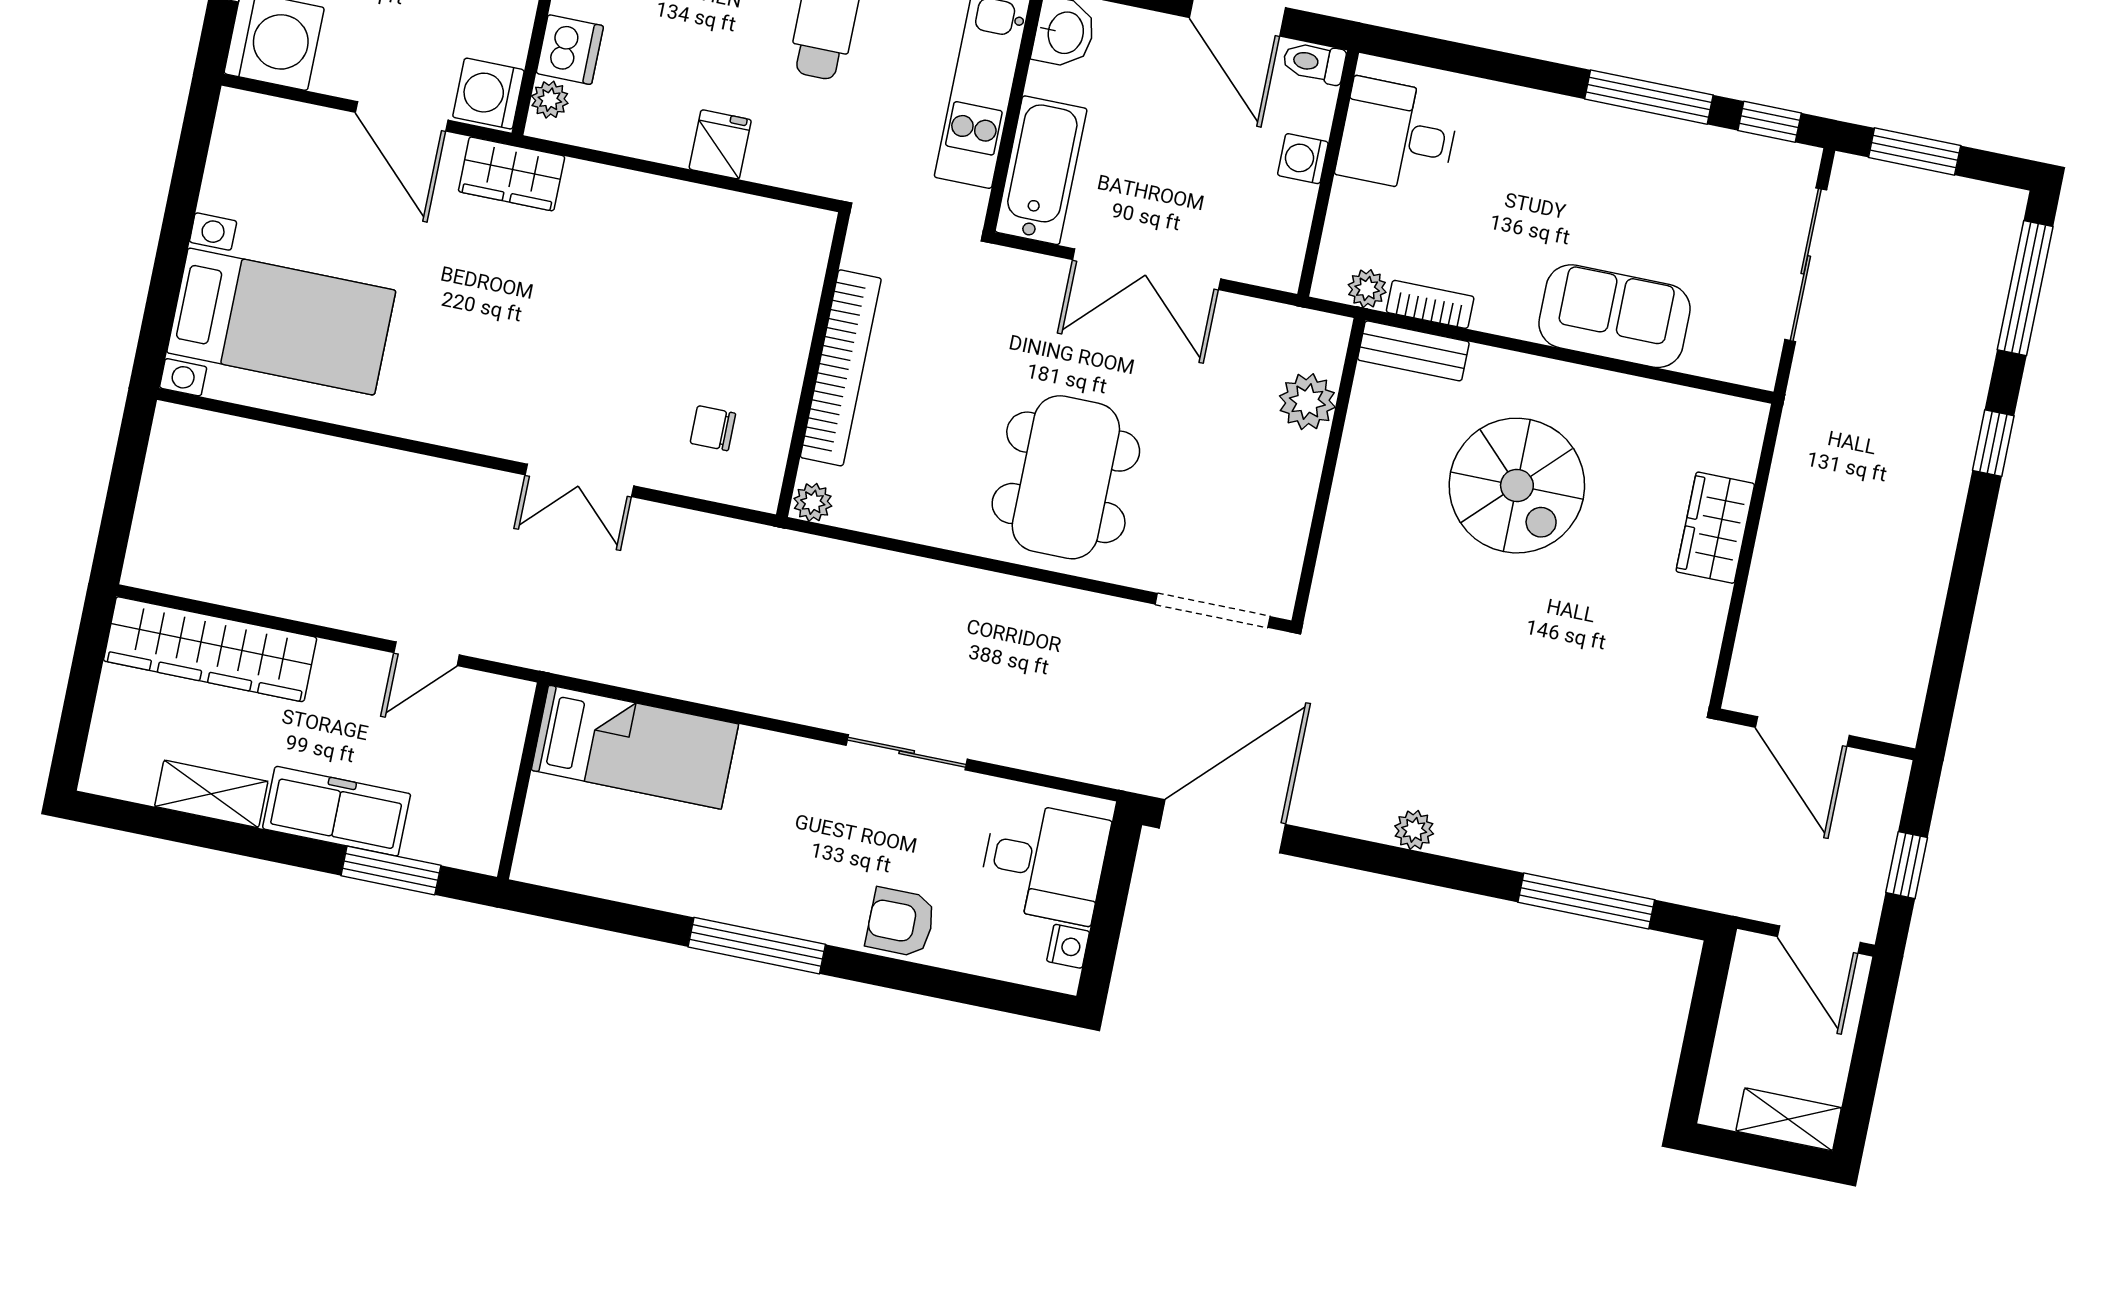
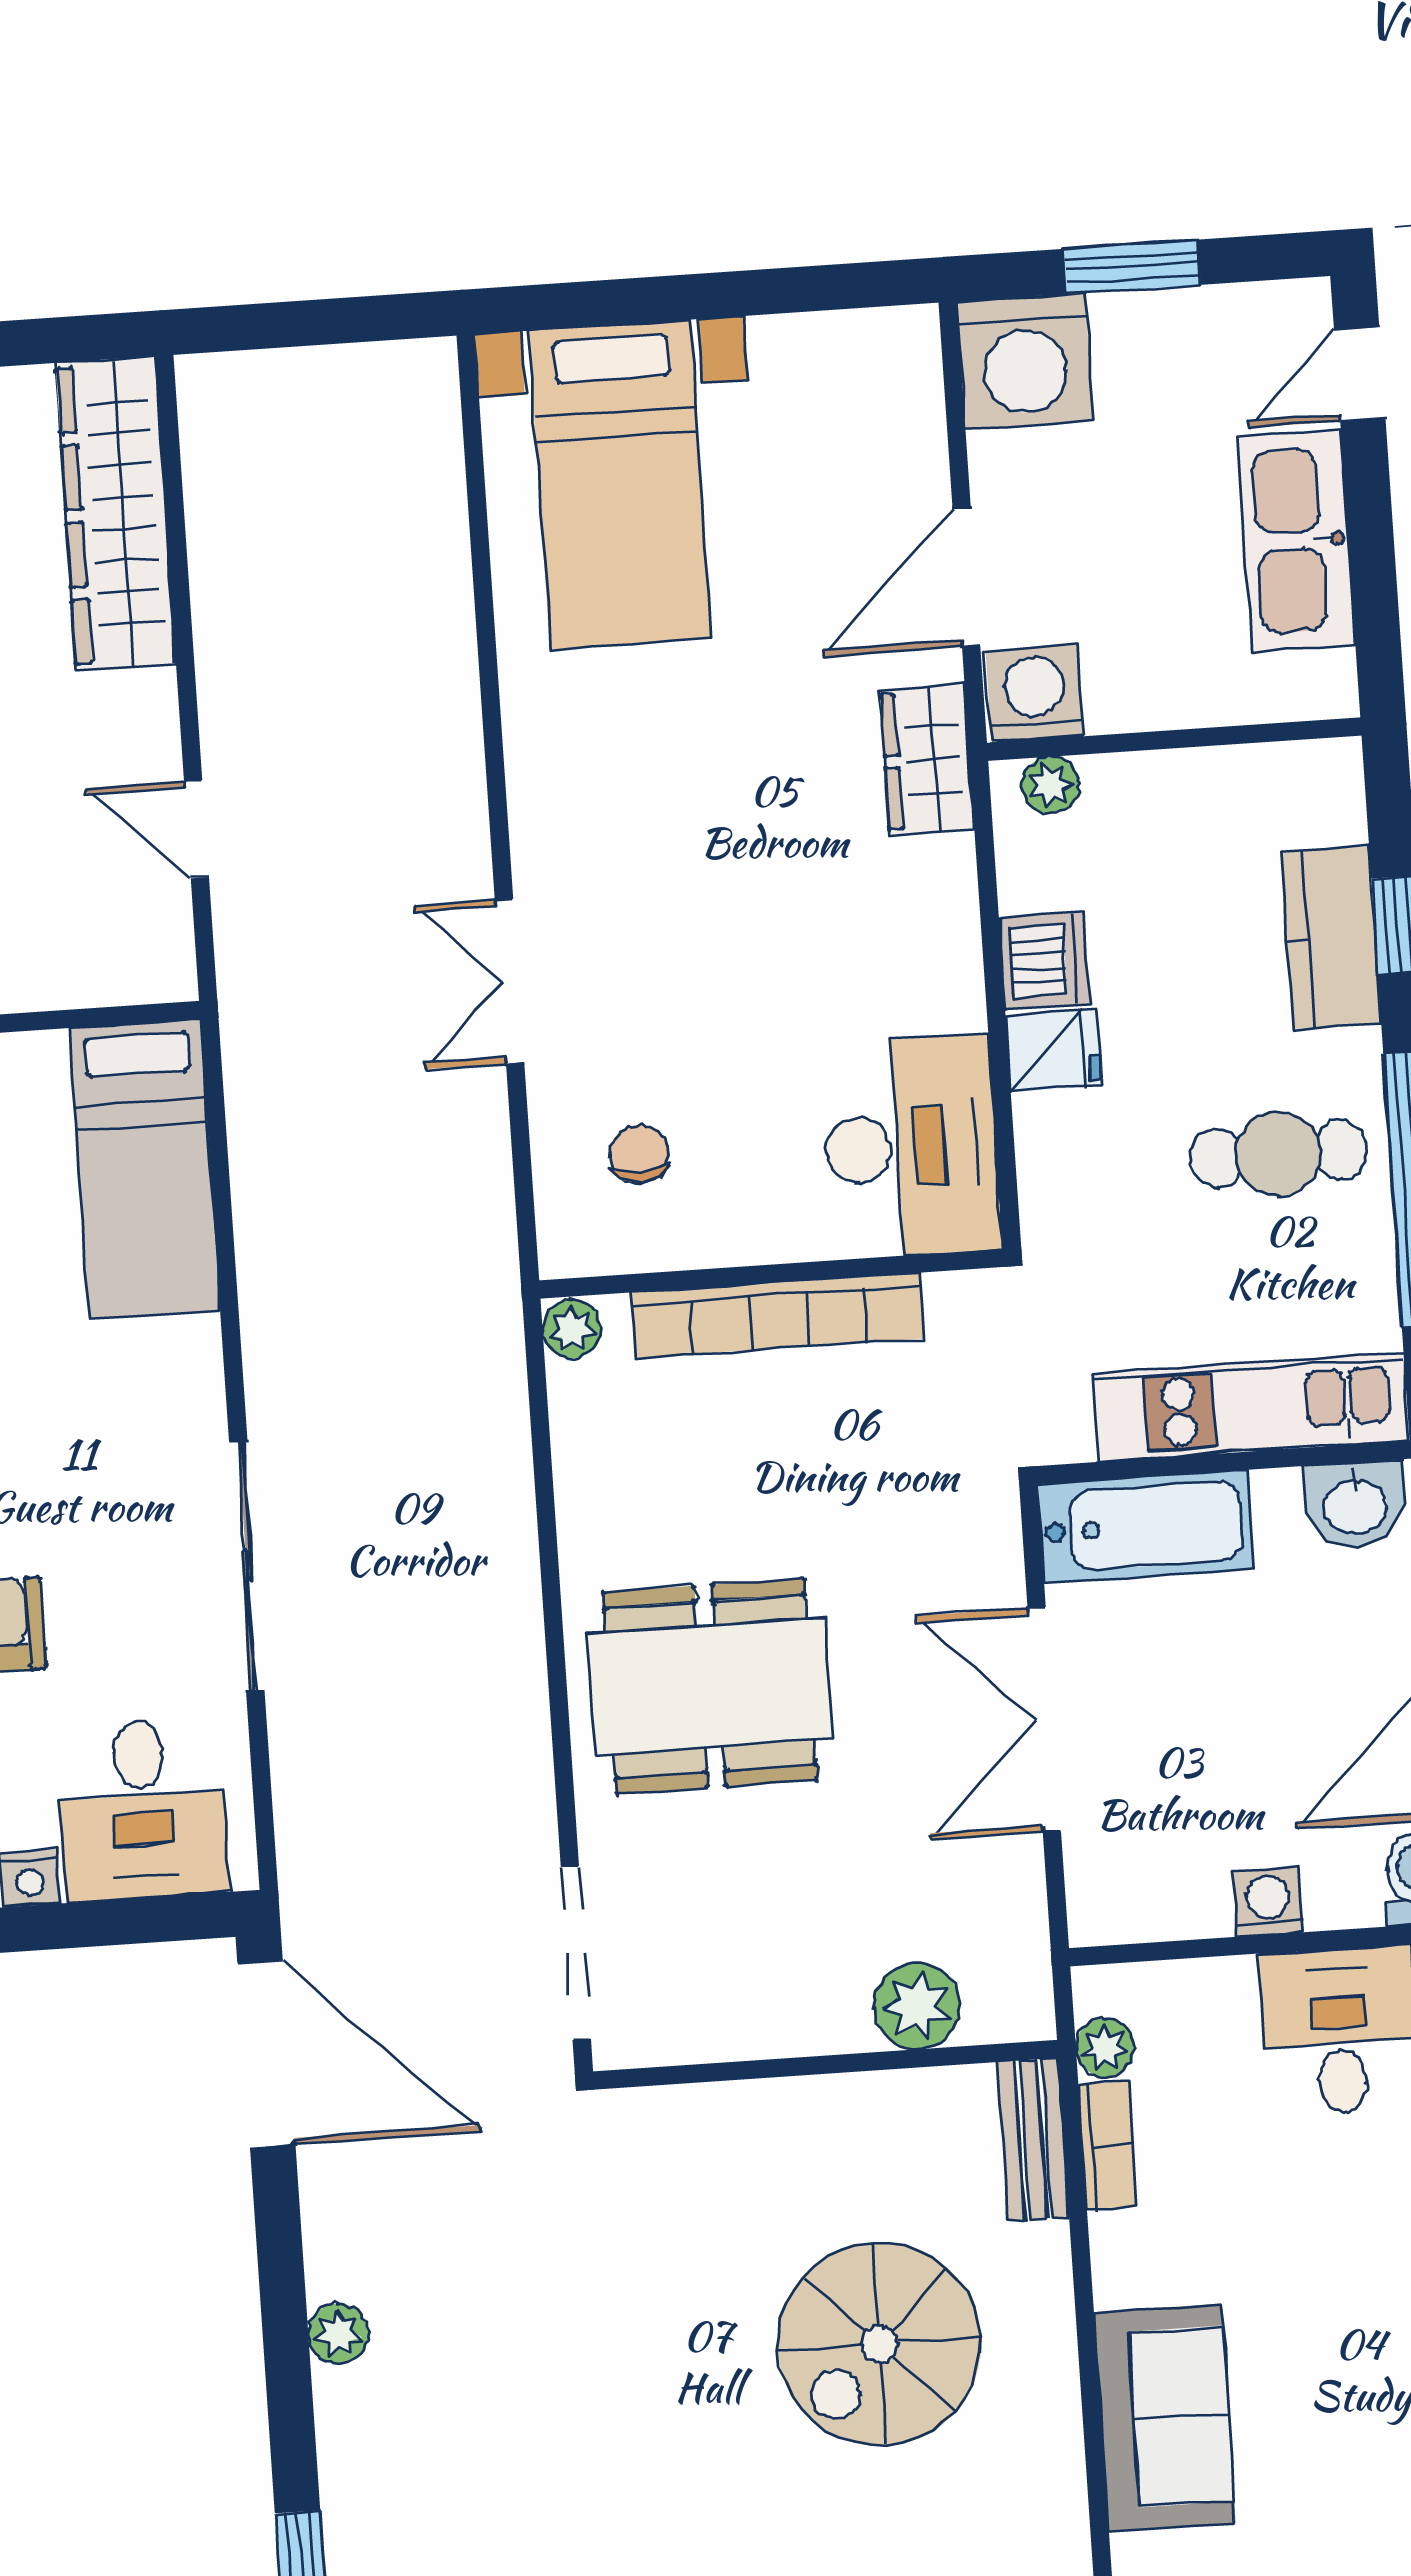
dishwasher: (570, 50) -> (1044, 961), moved, turned -90
desk: (756, 253) -> (911, 1147), added
sliding door: (907, 752) -> (247, 1566), width x1.37

